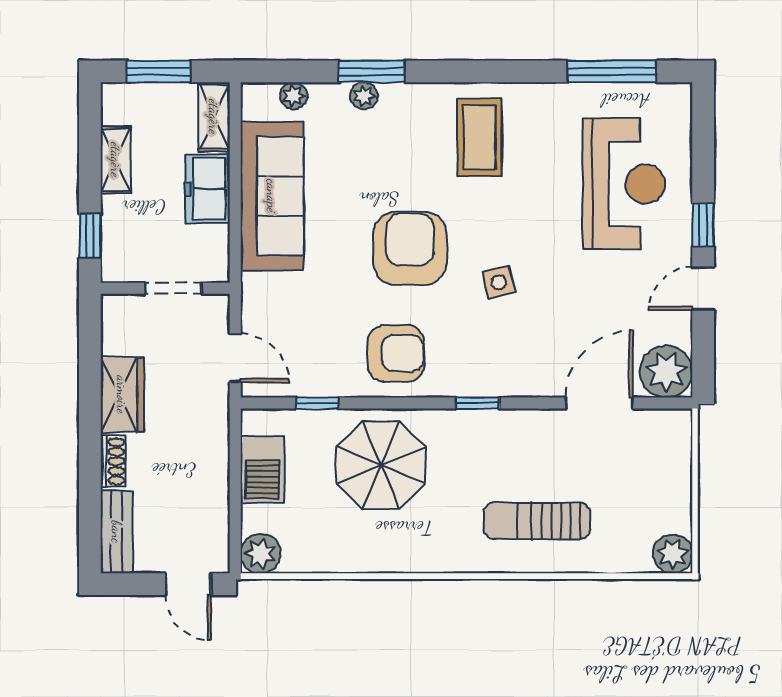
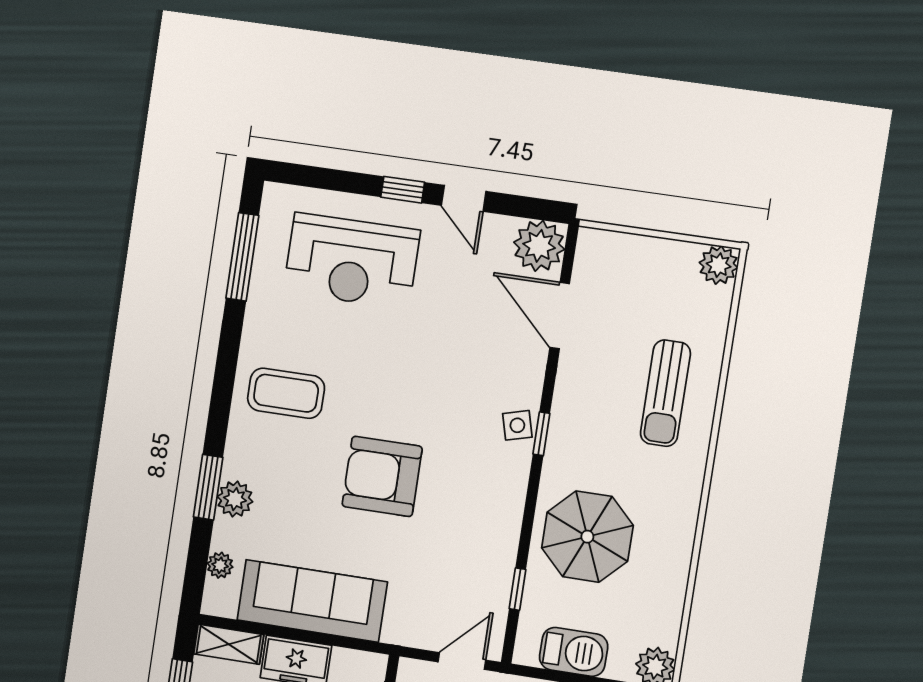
plant: (364, 96) -> (235, 499), width x1.38, depth x1.38
reception desk: (624, 184) -> (352, 261), turned 180
side table: (499, 282) -> (517, 425), moved
armchair: (396, 353) -> (481, 506), removed

